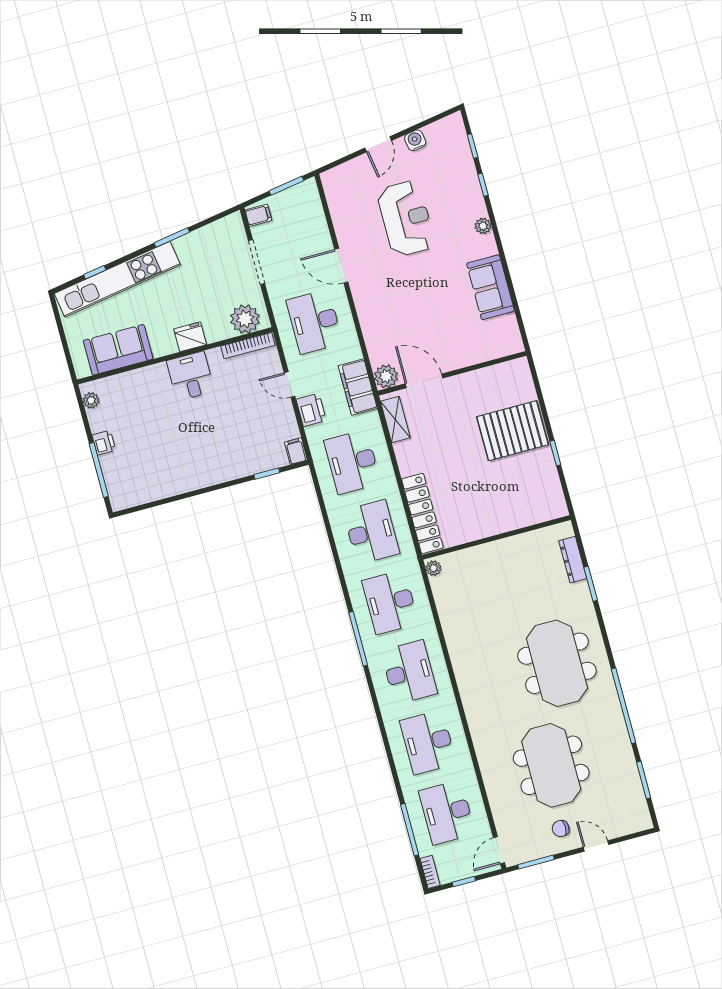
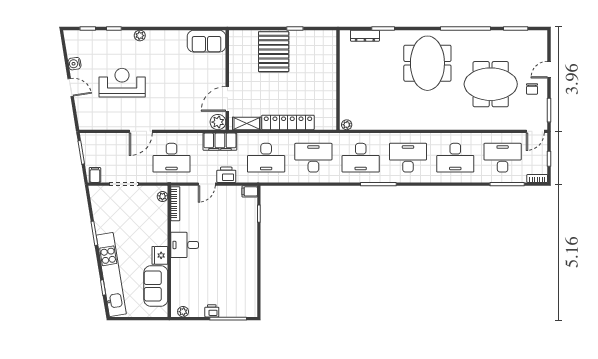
sofa: (490, 287) -> (207, 41), moved
plant: (245, 319) -> (162, 196), width x0.53, depth x0.53
fridge: (190, 337) -> (160, 255), moved
locker: (422, 513) -> (288, 122), moved
meeting table: (557, 663) -> (427, 63), turned 90
desk: (447, 812) -> (503, 158), turned 180
door: (499, 850) -> (535, 131), hinge flipped

